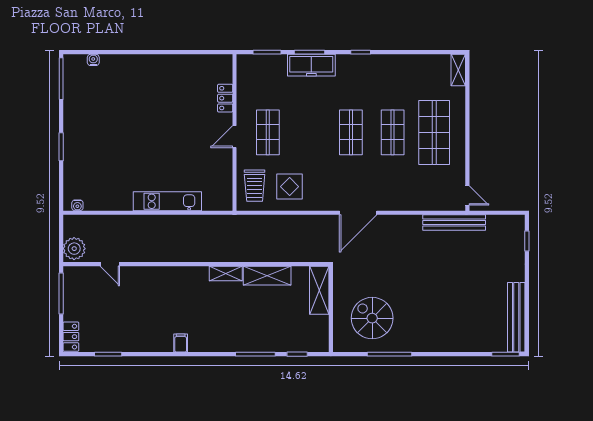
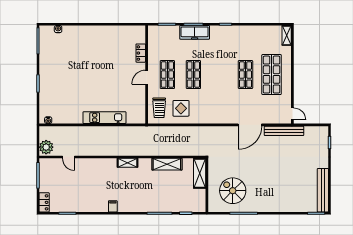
shop shelf: (351, 132) -> (193, 75), moved
door: (358, 213) -> (250, 125), moved
shelving: (226, 273) -> (127, 163), moved

